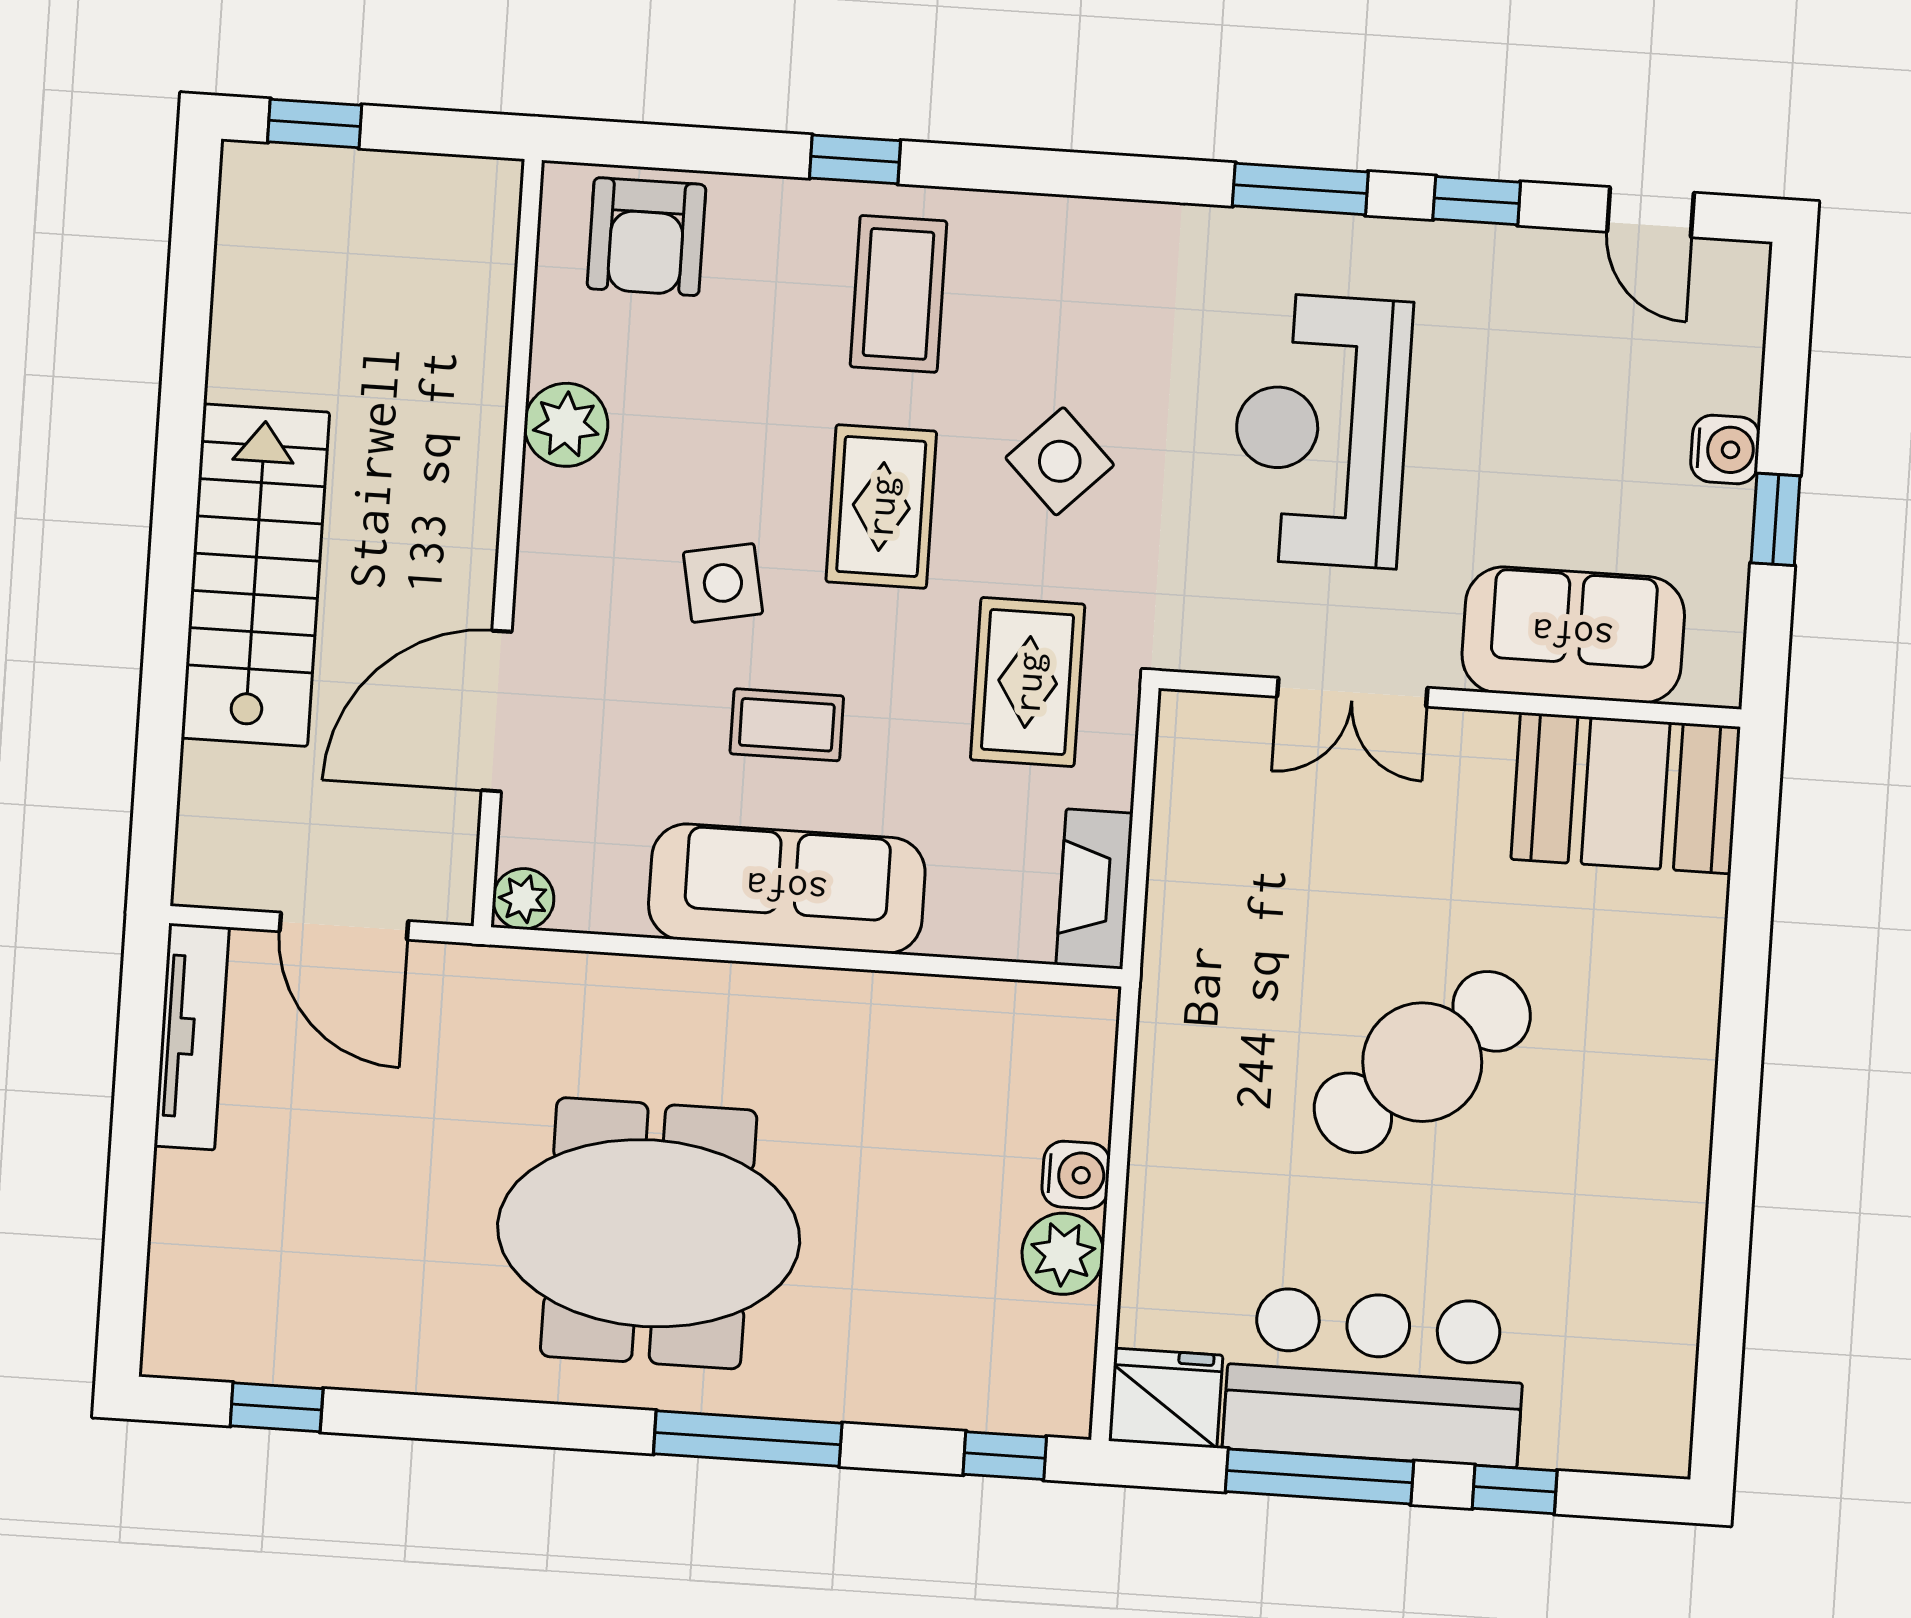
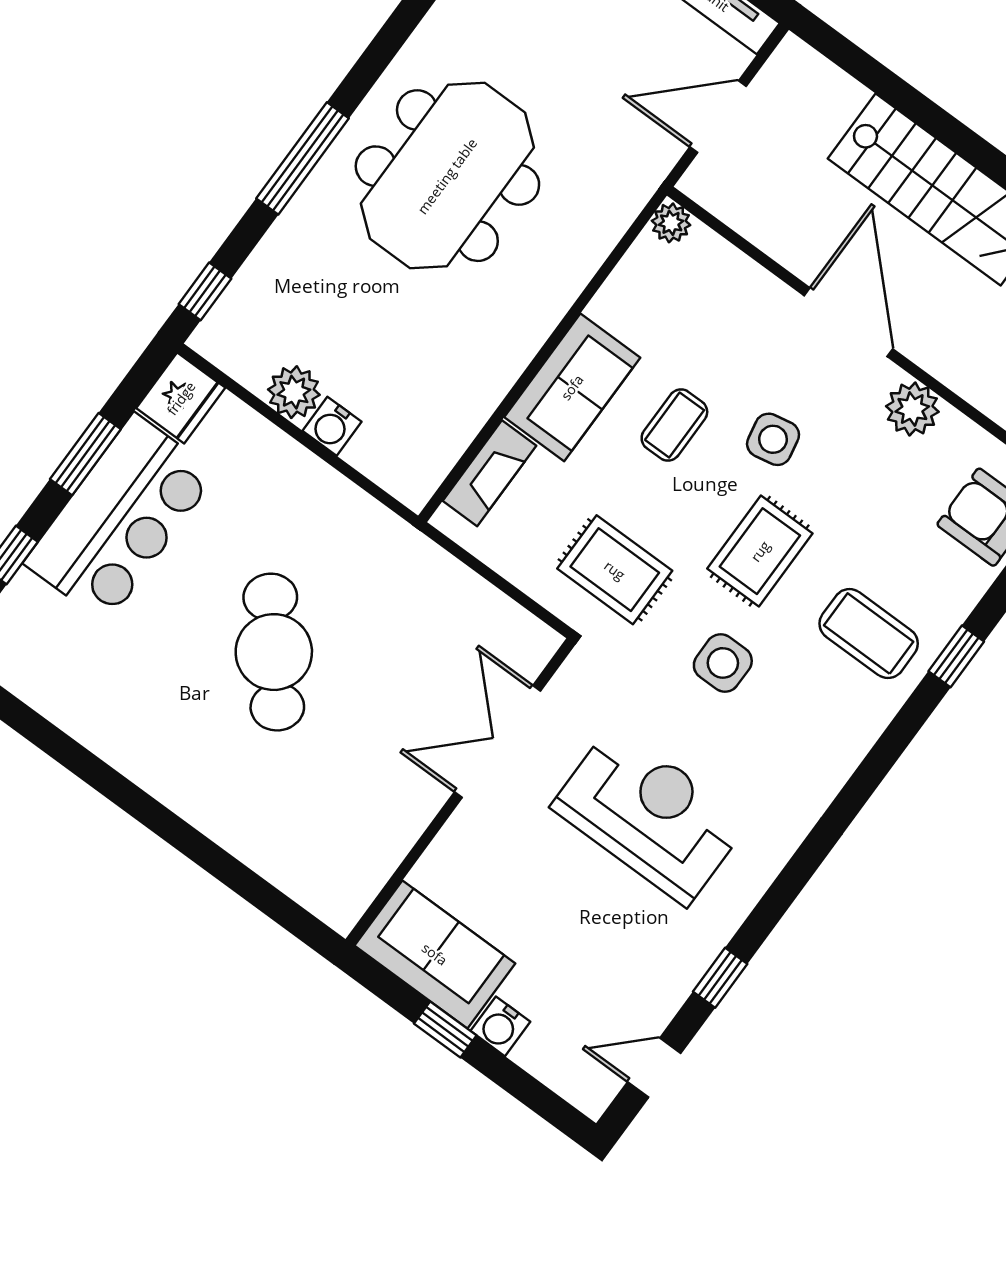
window: (1300, 189) -> (787, 887), removed
side table: (1060, 461) -> (723, 663), turned 45
rug: (881, 506) -> (760, 551), turned 90
sofa: (1573, 635) -> (435, 954), moved, turned -90
double door: (1352, 692) -> (498, 741), width x1.37
door: (497, 711) -> (849, 322), moved
booth: (1626, 793) -> (349, 854), removed
sofa: (787, 889) -> (572, 387), width x0.73
fireplace: (1094, 889) -> (490, 473), moved, turned 90
window: (1319, 1476) -> (85, 454), width x0.69

